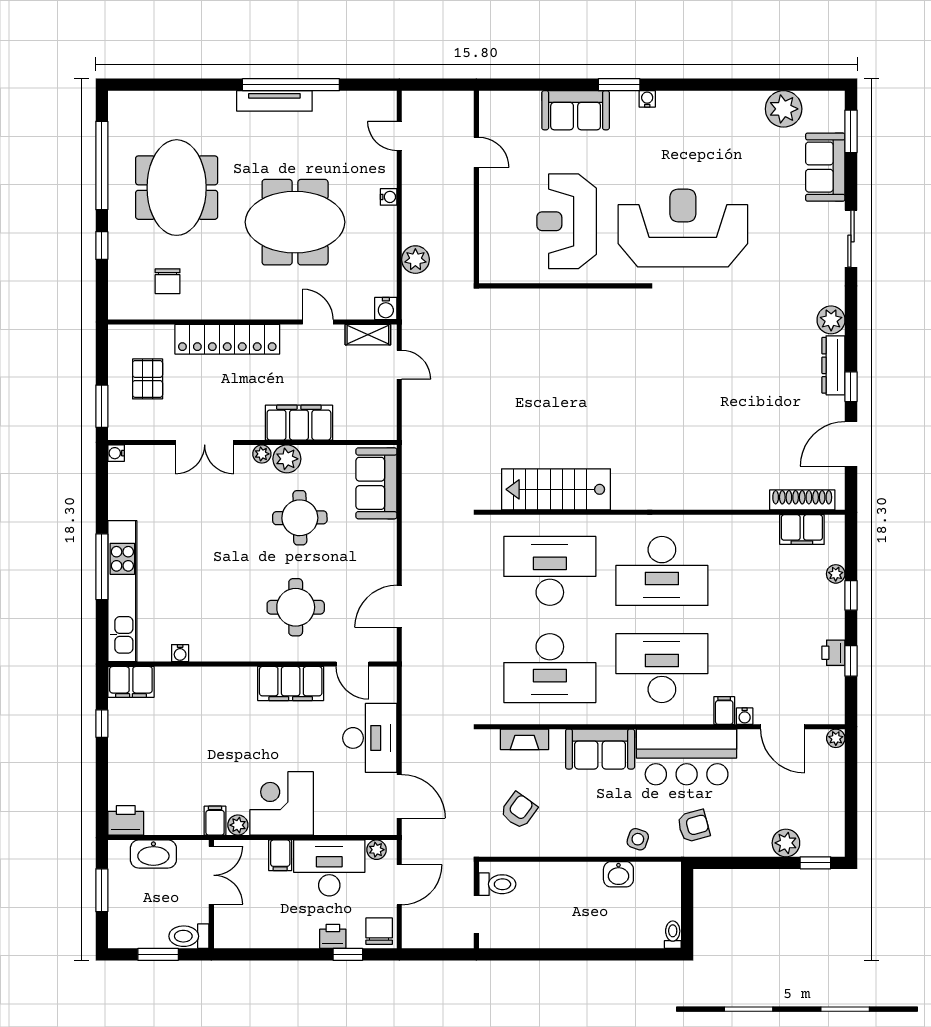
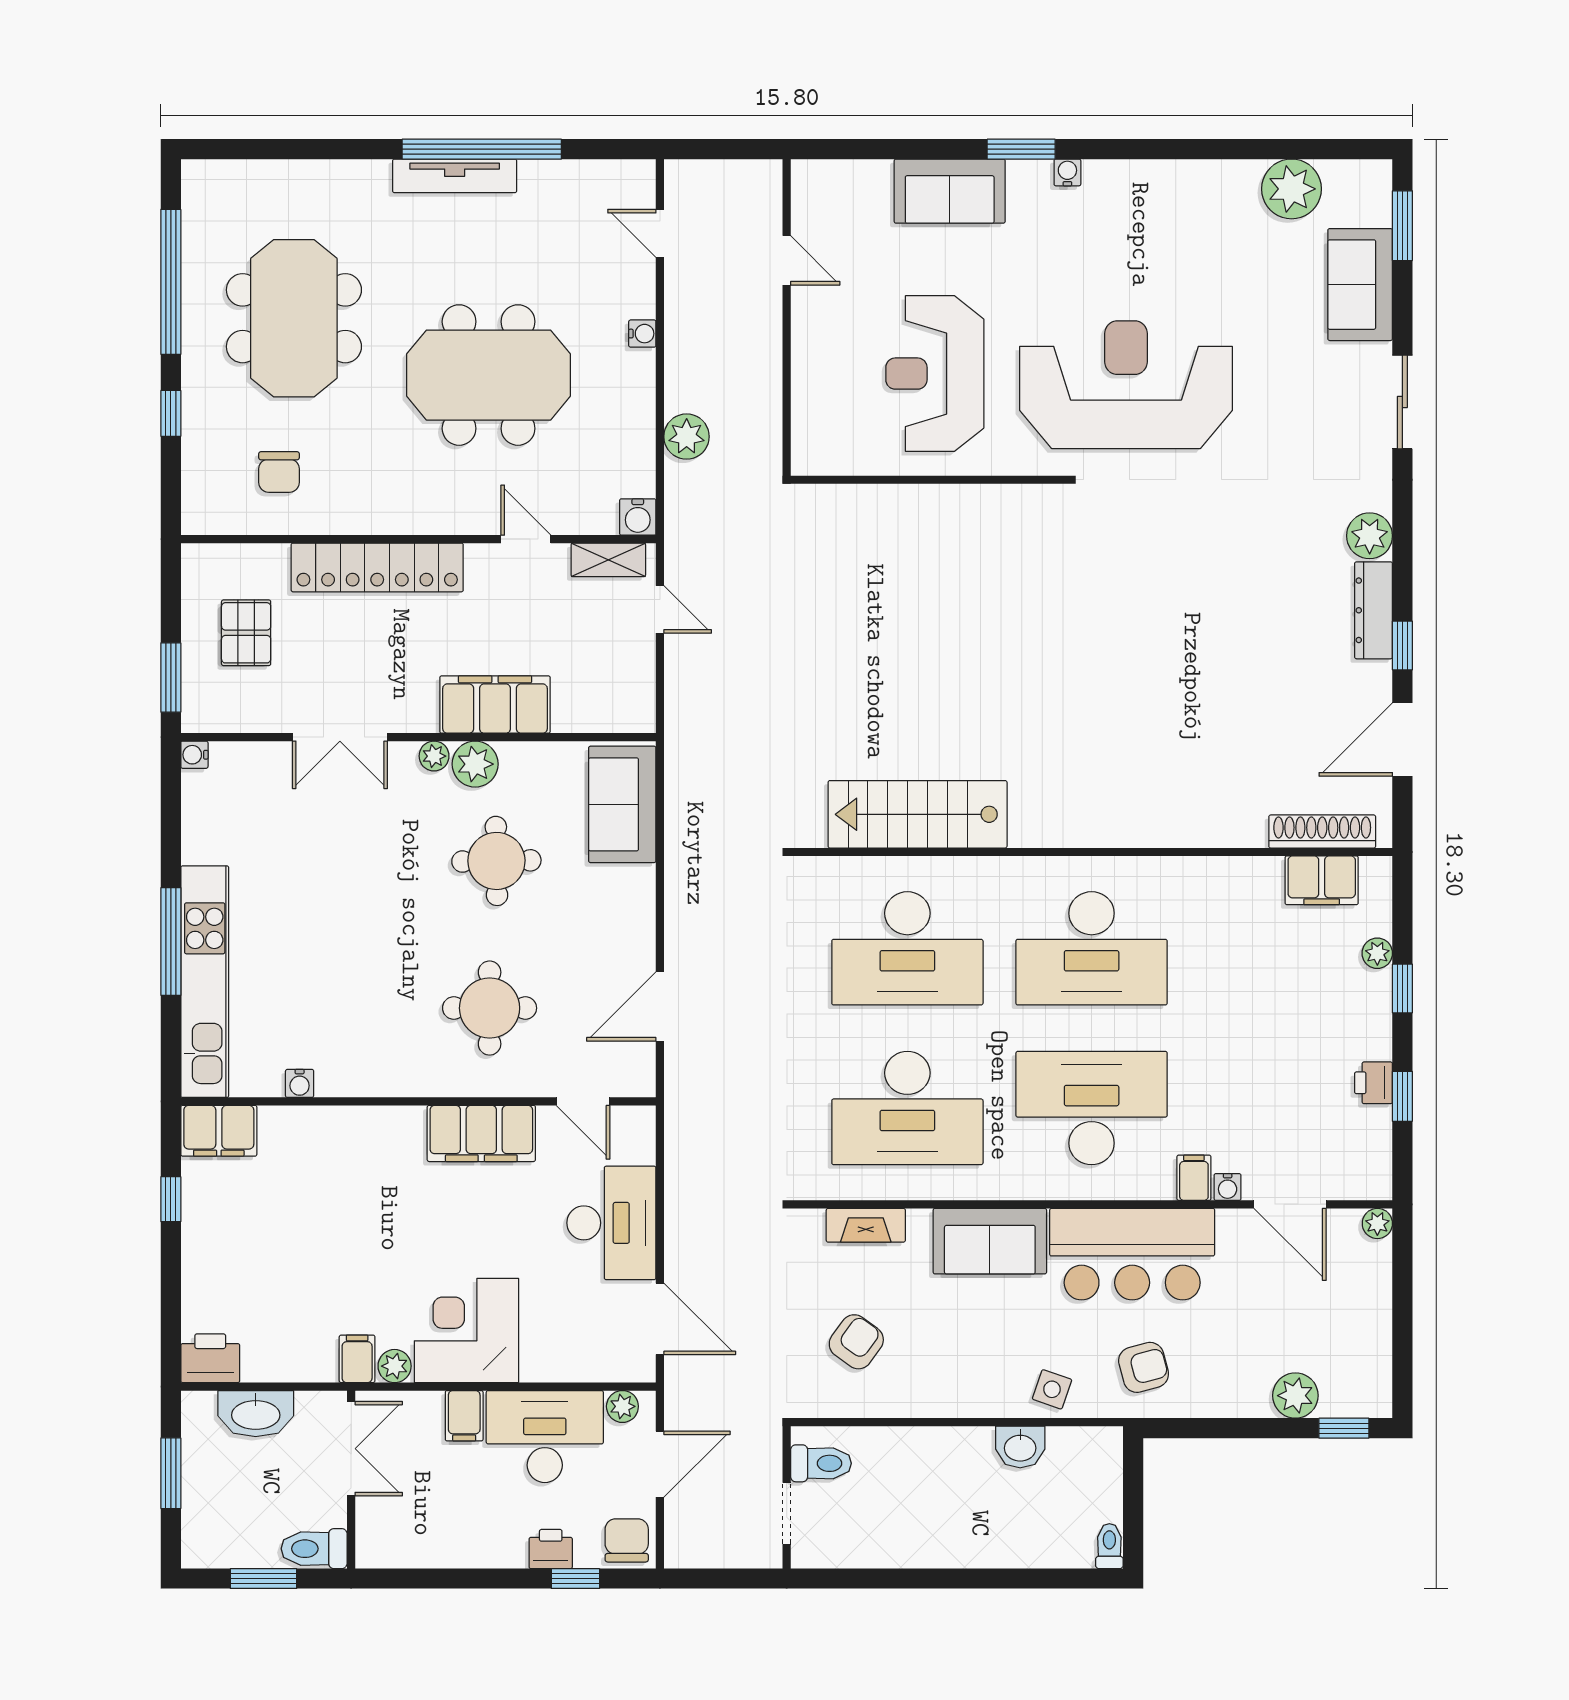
desk: (550, 571) -> (907, 948), turned 180

